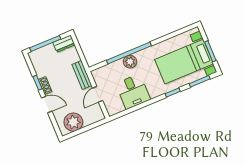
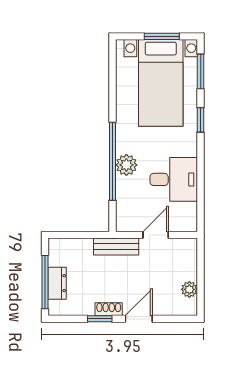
dresser: (64, 44) -> (57, 283), moved
door: (98, 94) -> (156, 235), swing flipped
plant: (73, 122) -> (189, 289), width x0.53, depth x0.53

